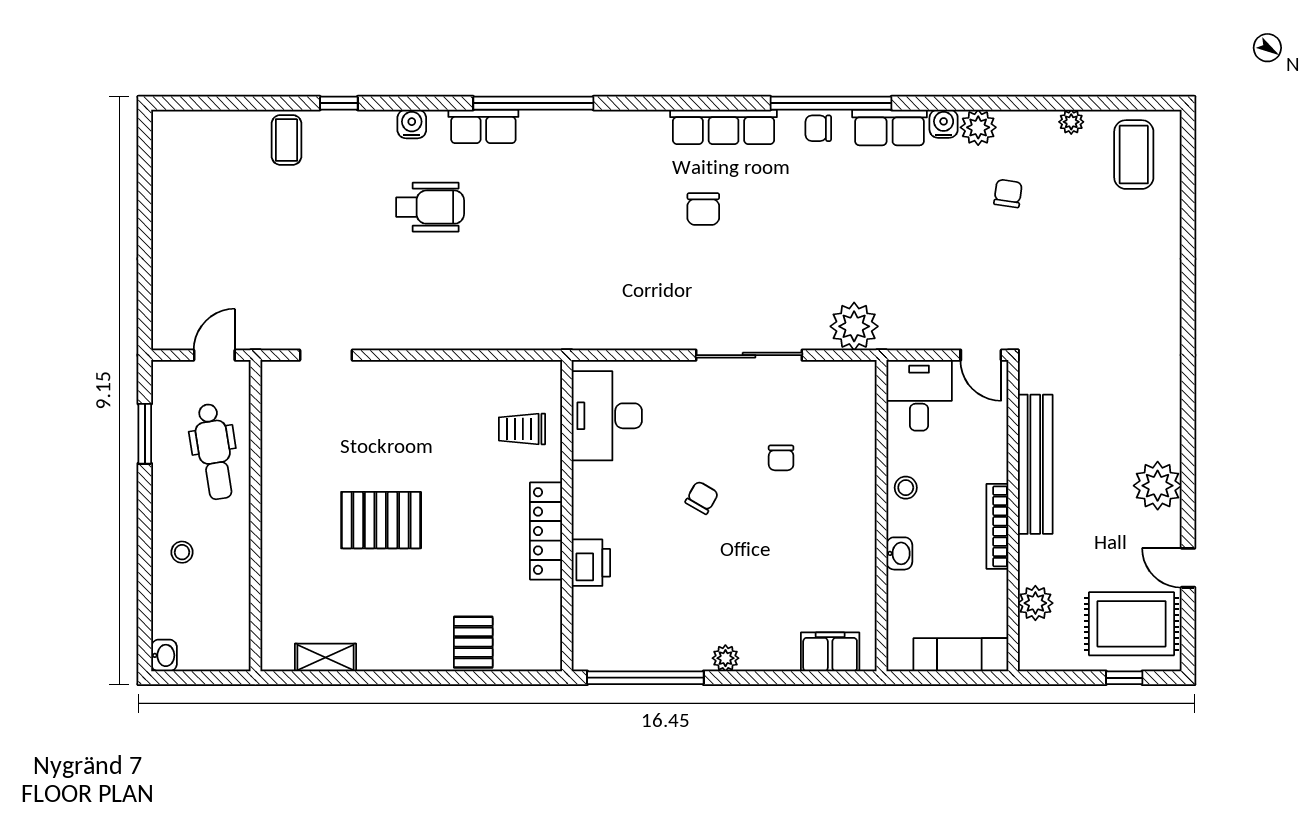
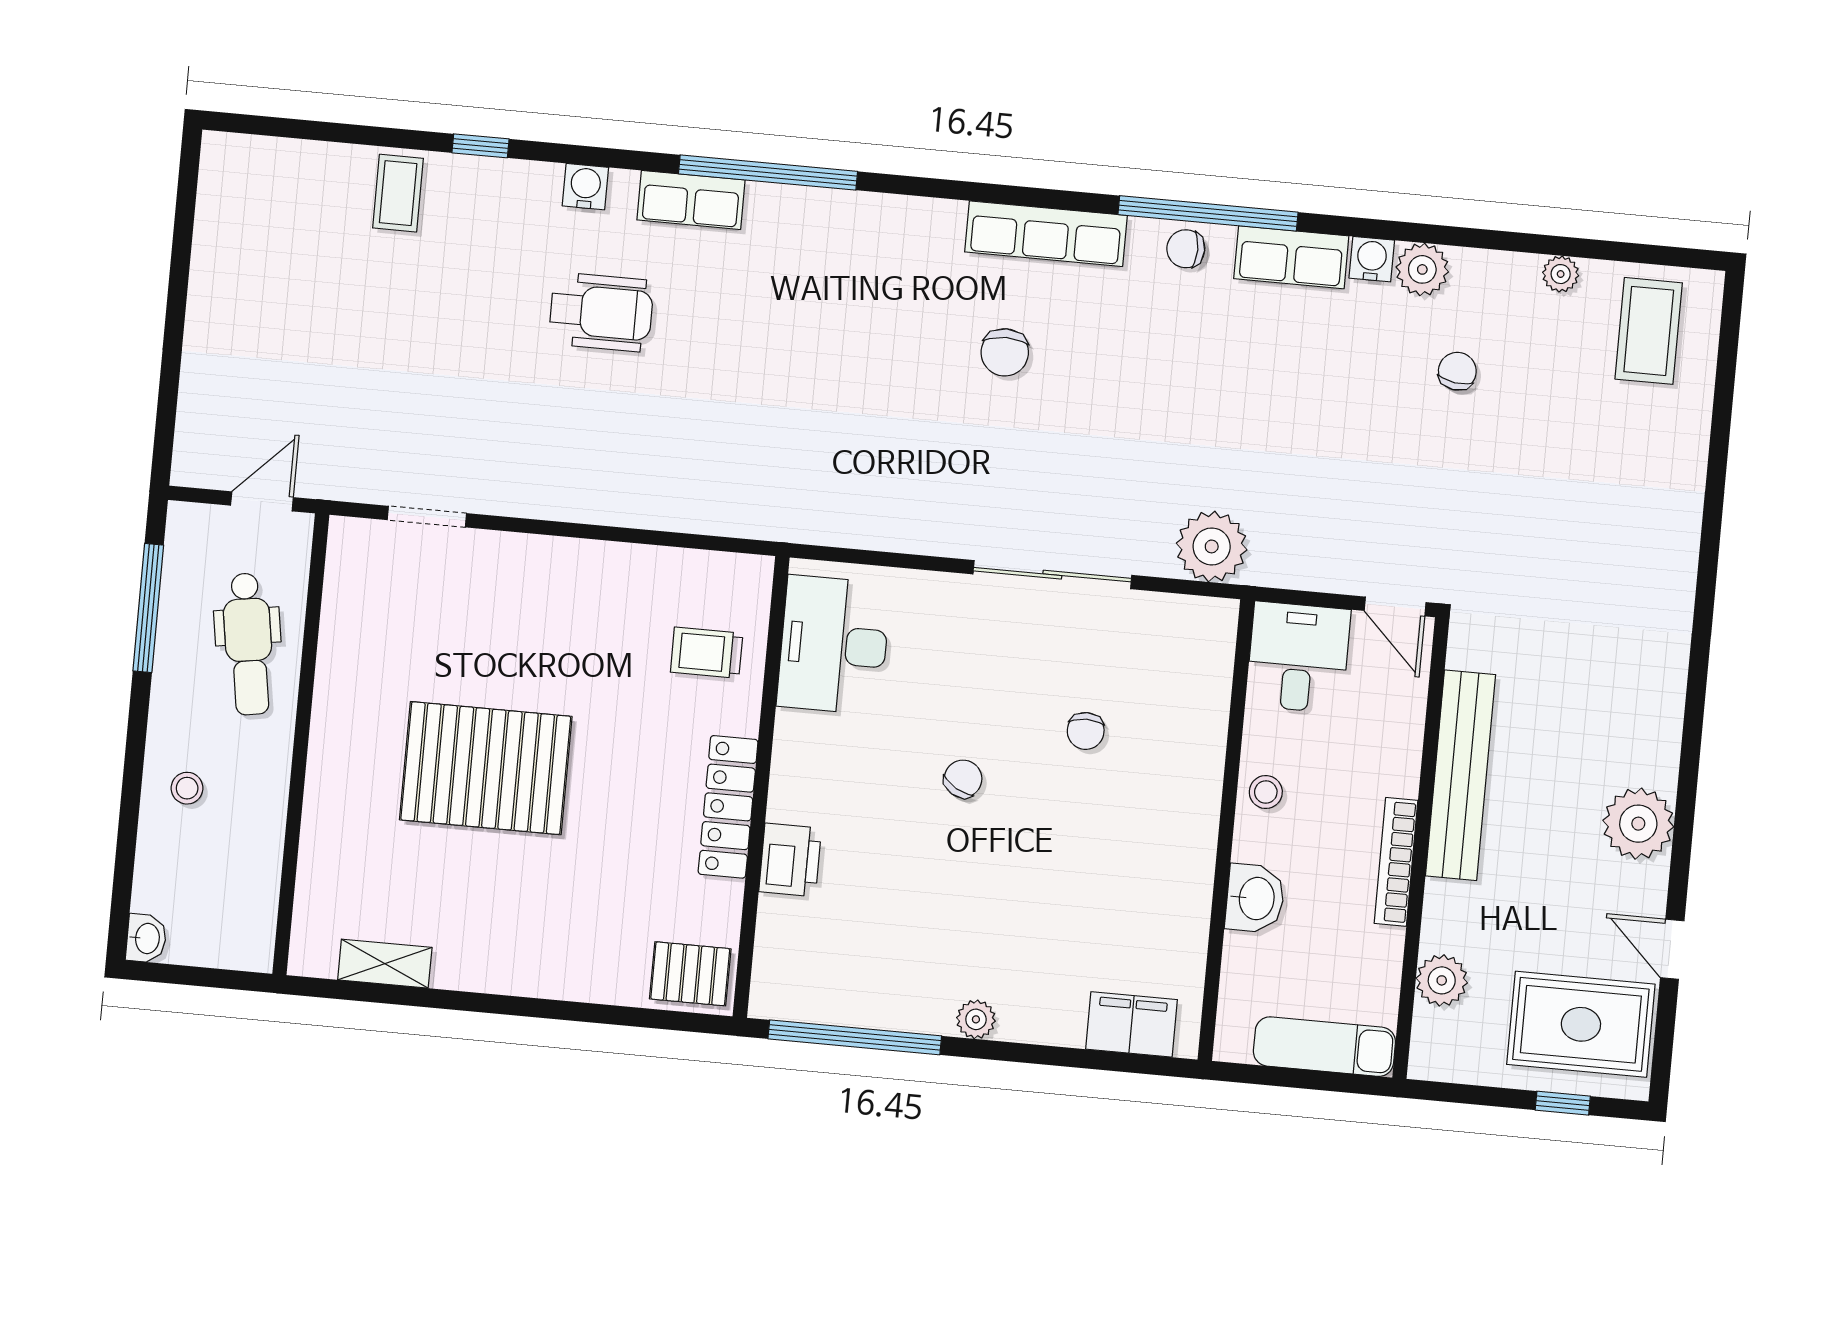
window: (145, 434) -> (148, 608), width x1.44
pallet: (381, 520) -> (486, 768), width x1.37, depth x1.41
washbasin: (899, 553) -> (1255, 898), width x1.38, depth x1.45
pallet: (473, 642) -> (690, 974), moved, turned 90

